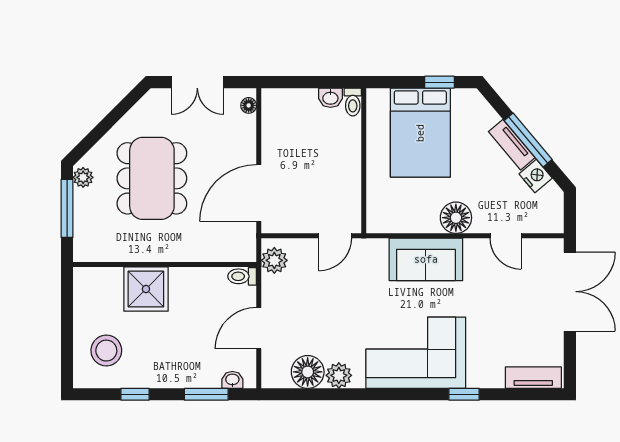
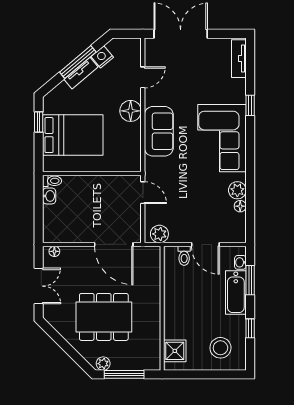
toilet: (242, 276) -> (184, 256), moved
shower: (146, 289) -> (175, 351), moved, width x0.73, depth x0.73
floor lamp: (308, 372) -> (240, 206), width x0.53, depth x0.53
bathtub: (188, 373) -> (236, 293), added

